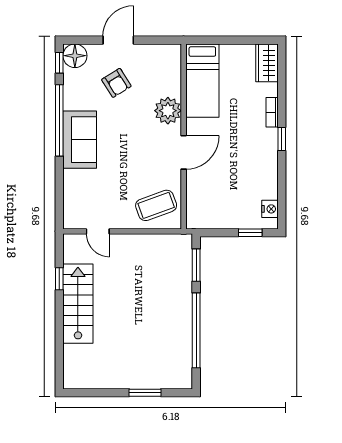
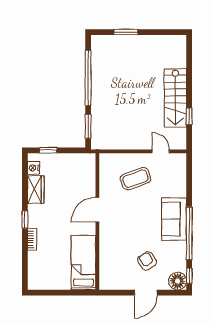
wardrobe: (267, 63) -> (36, 190), moved
plant: (168, 111) -> (109, 240), removed
coffee table: (156, 205) -> (136, 179), moved

